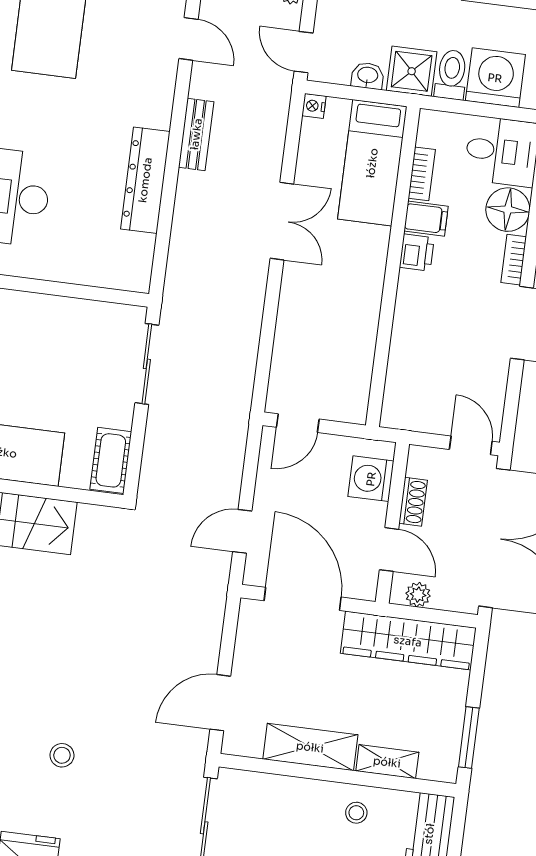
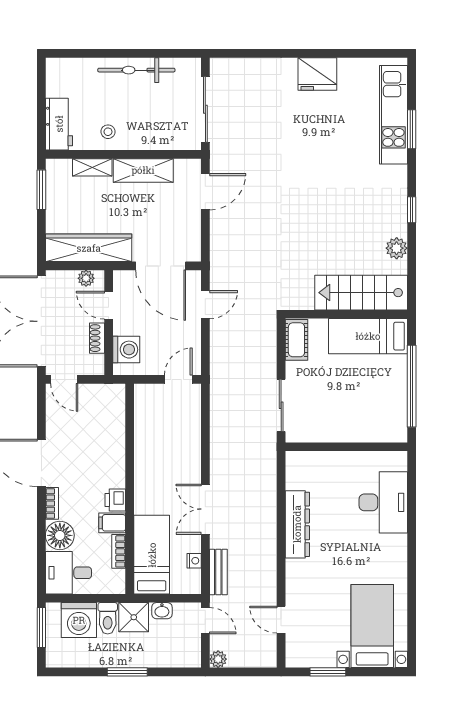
nightstand: (314, 106) -> (194, 561), moved
bench: (196, 134) -> (218, 572), moved
stool: (62, 755) -> (304, 144), removed

